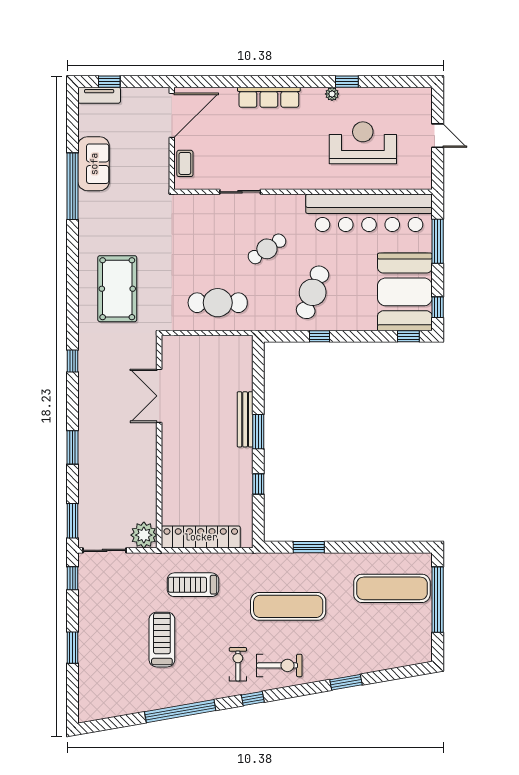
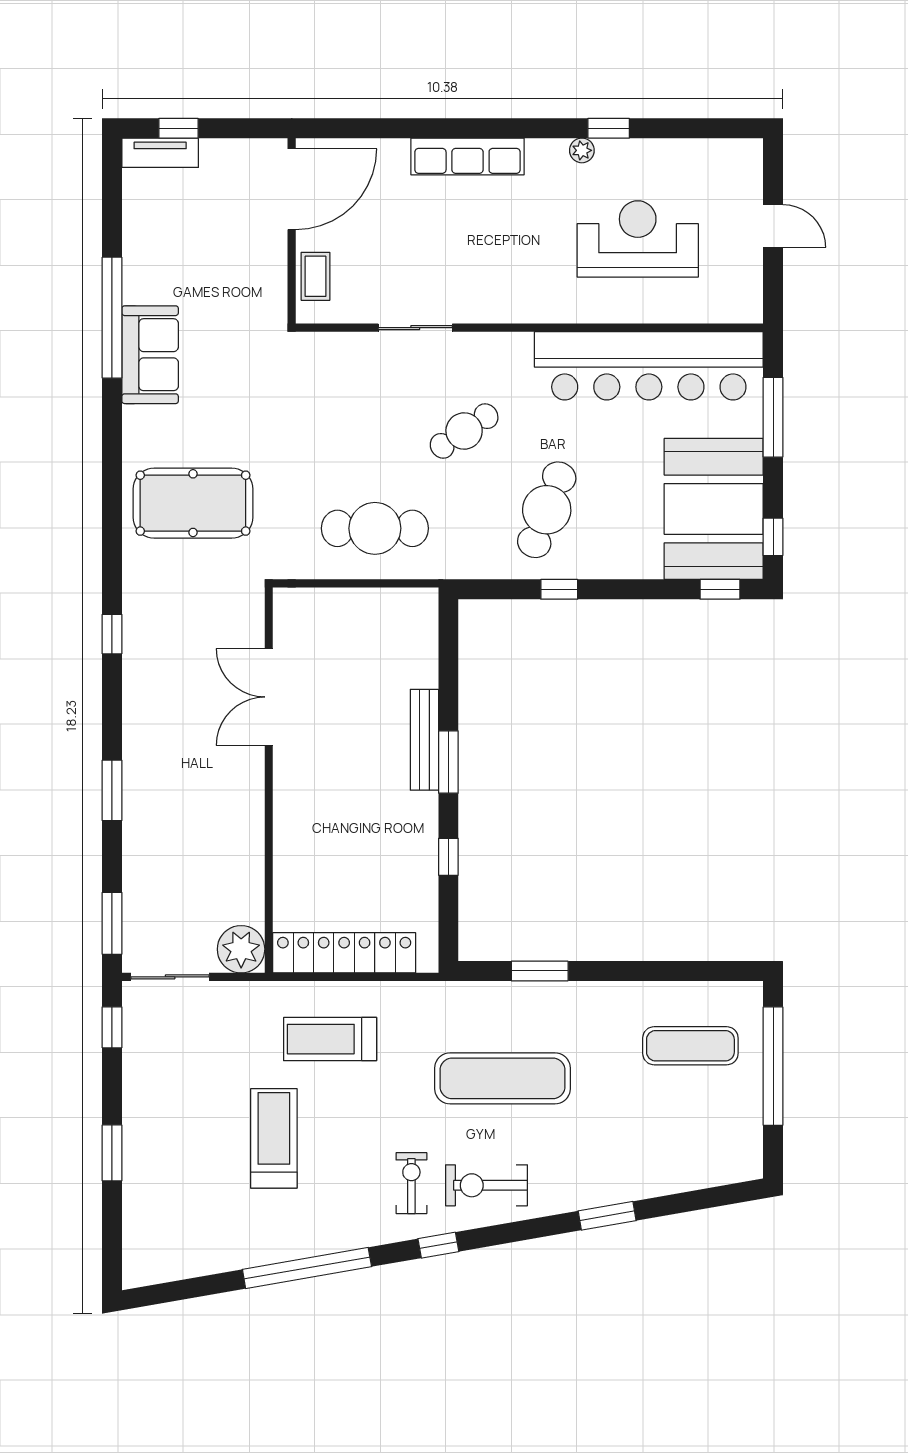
sofa: (94, 164) -> (150, 355), moved
pool table: (117, 289) -> (193, 503), turned 90
exercise mat: (392, 588) -> (690, 1046), width x0.73, depth x0.69
exercise bike: (279, 665) -> (487, 1185), turned 180

